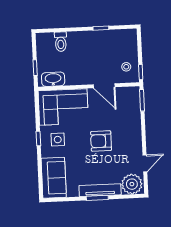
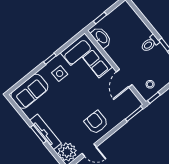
toilet: (61, 42) -> (150, 44), moved
armchair: (101, 141) -> (96, 122), moved

